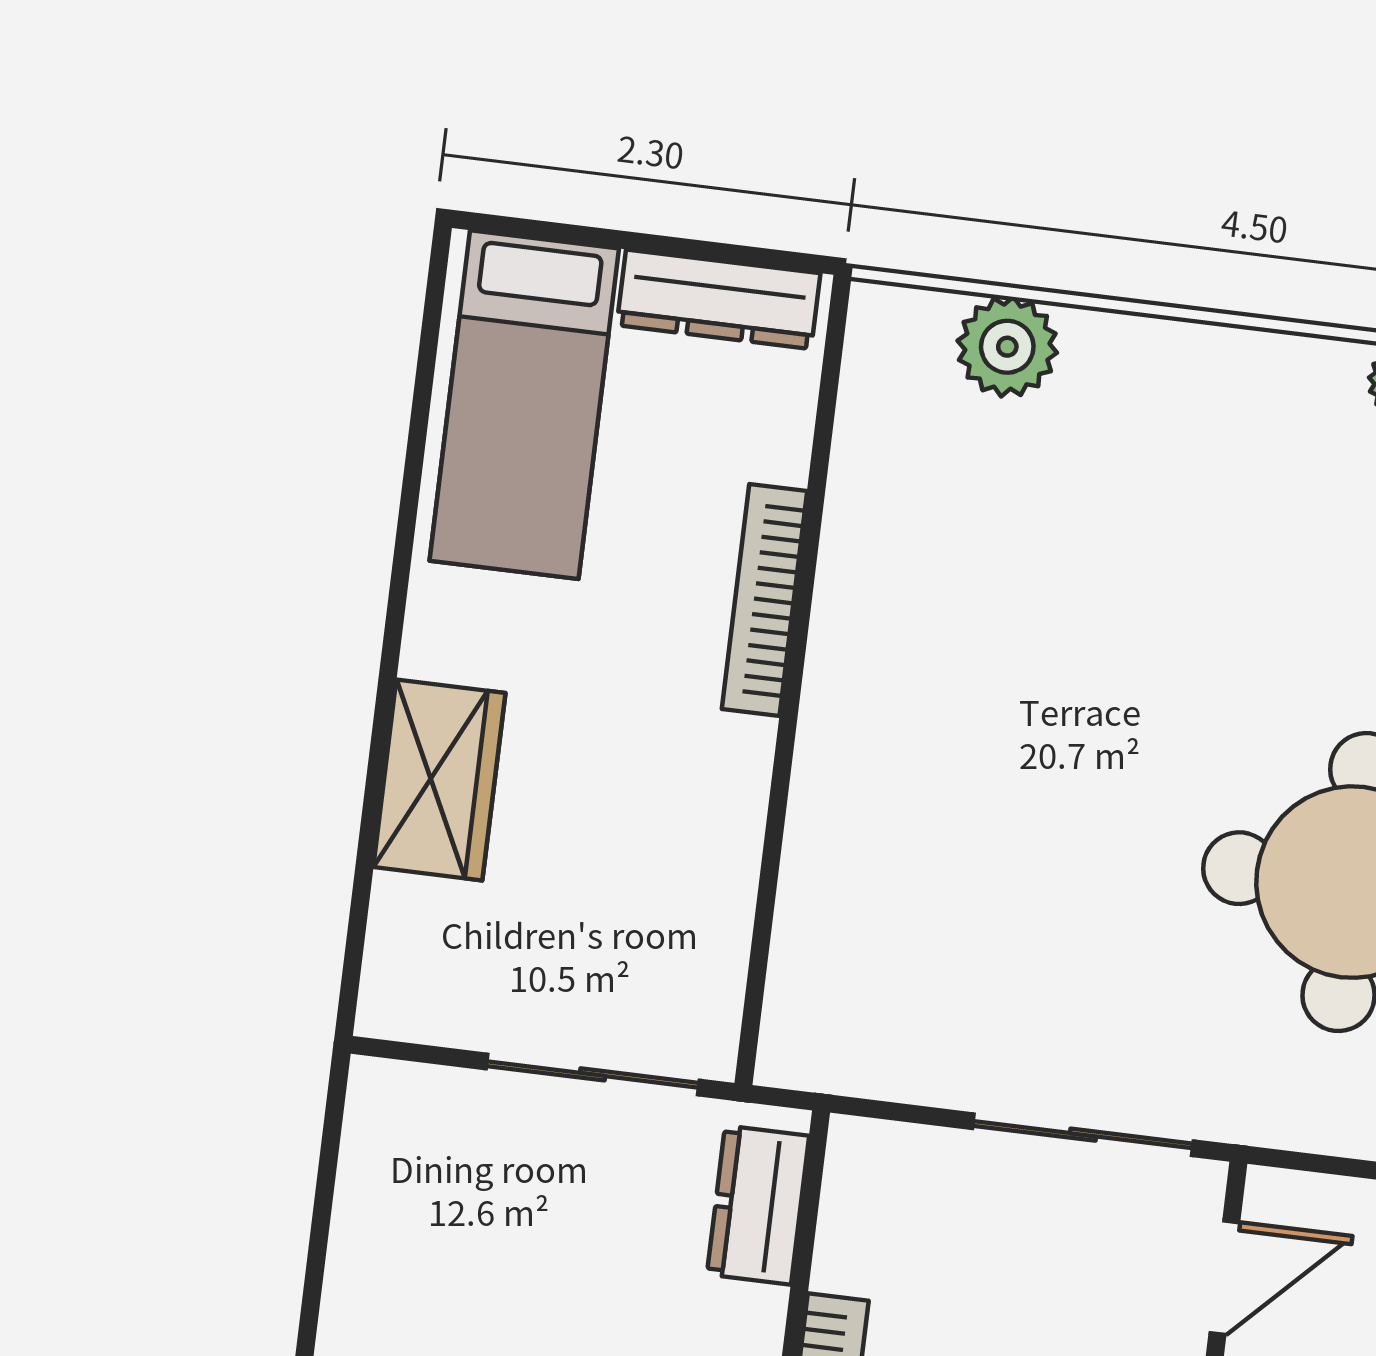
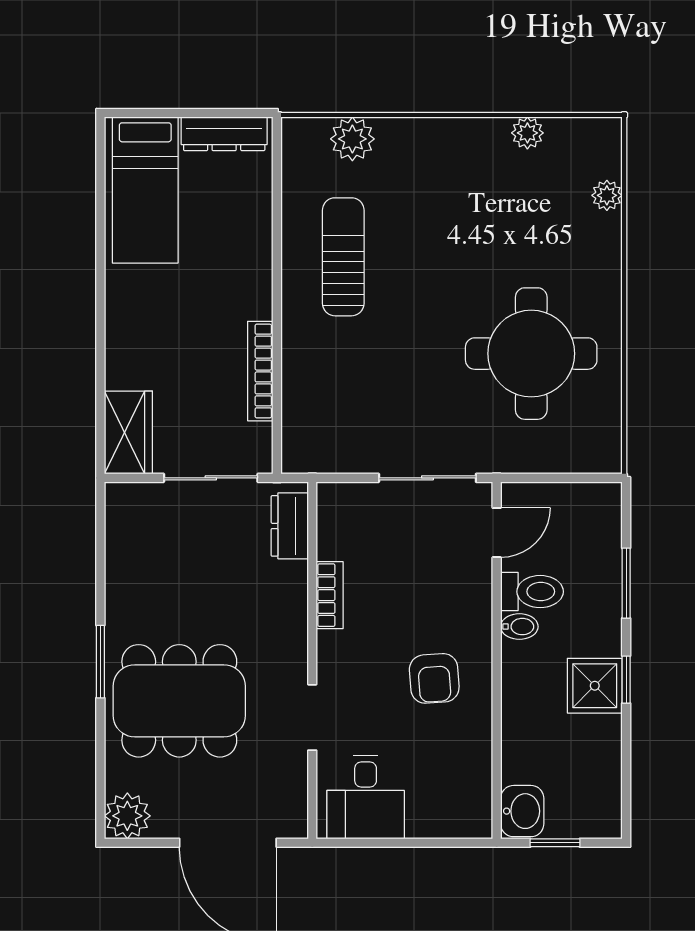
bookcase: (764, 600) -> (260, 371), moved
sun lounger: (954, 611) -> (343, 257), added
wardrobe: (439, 780) -> (128, 433), moved

